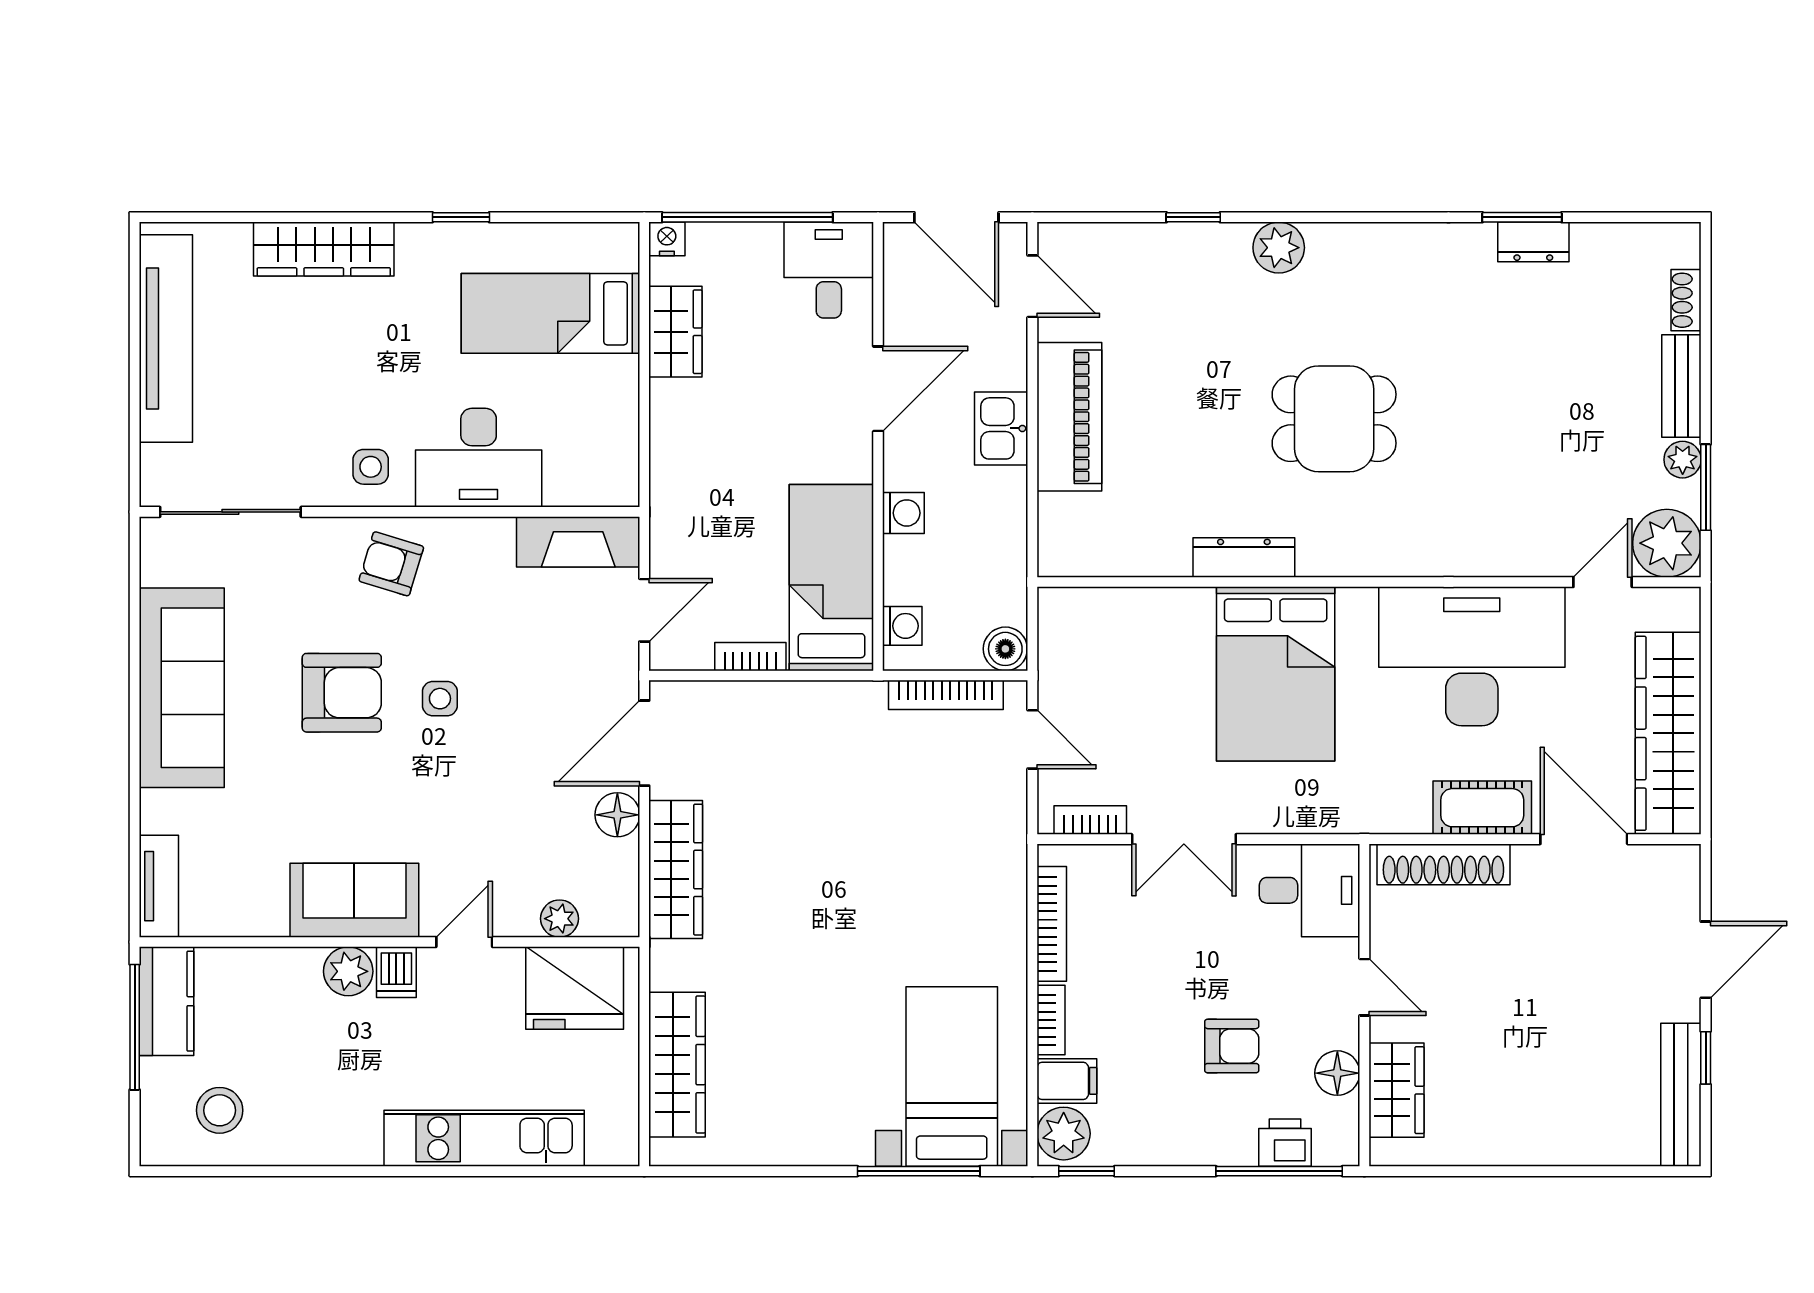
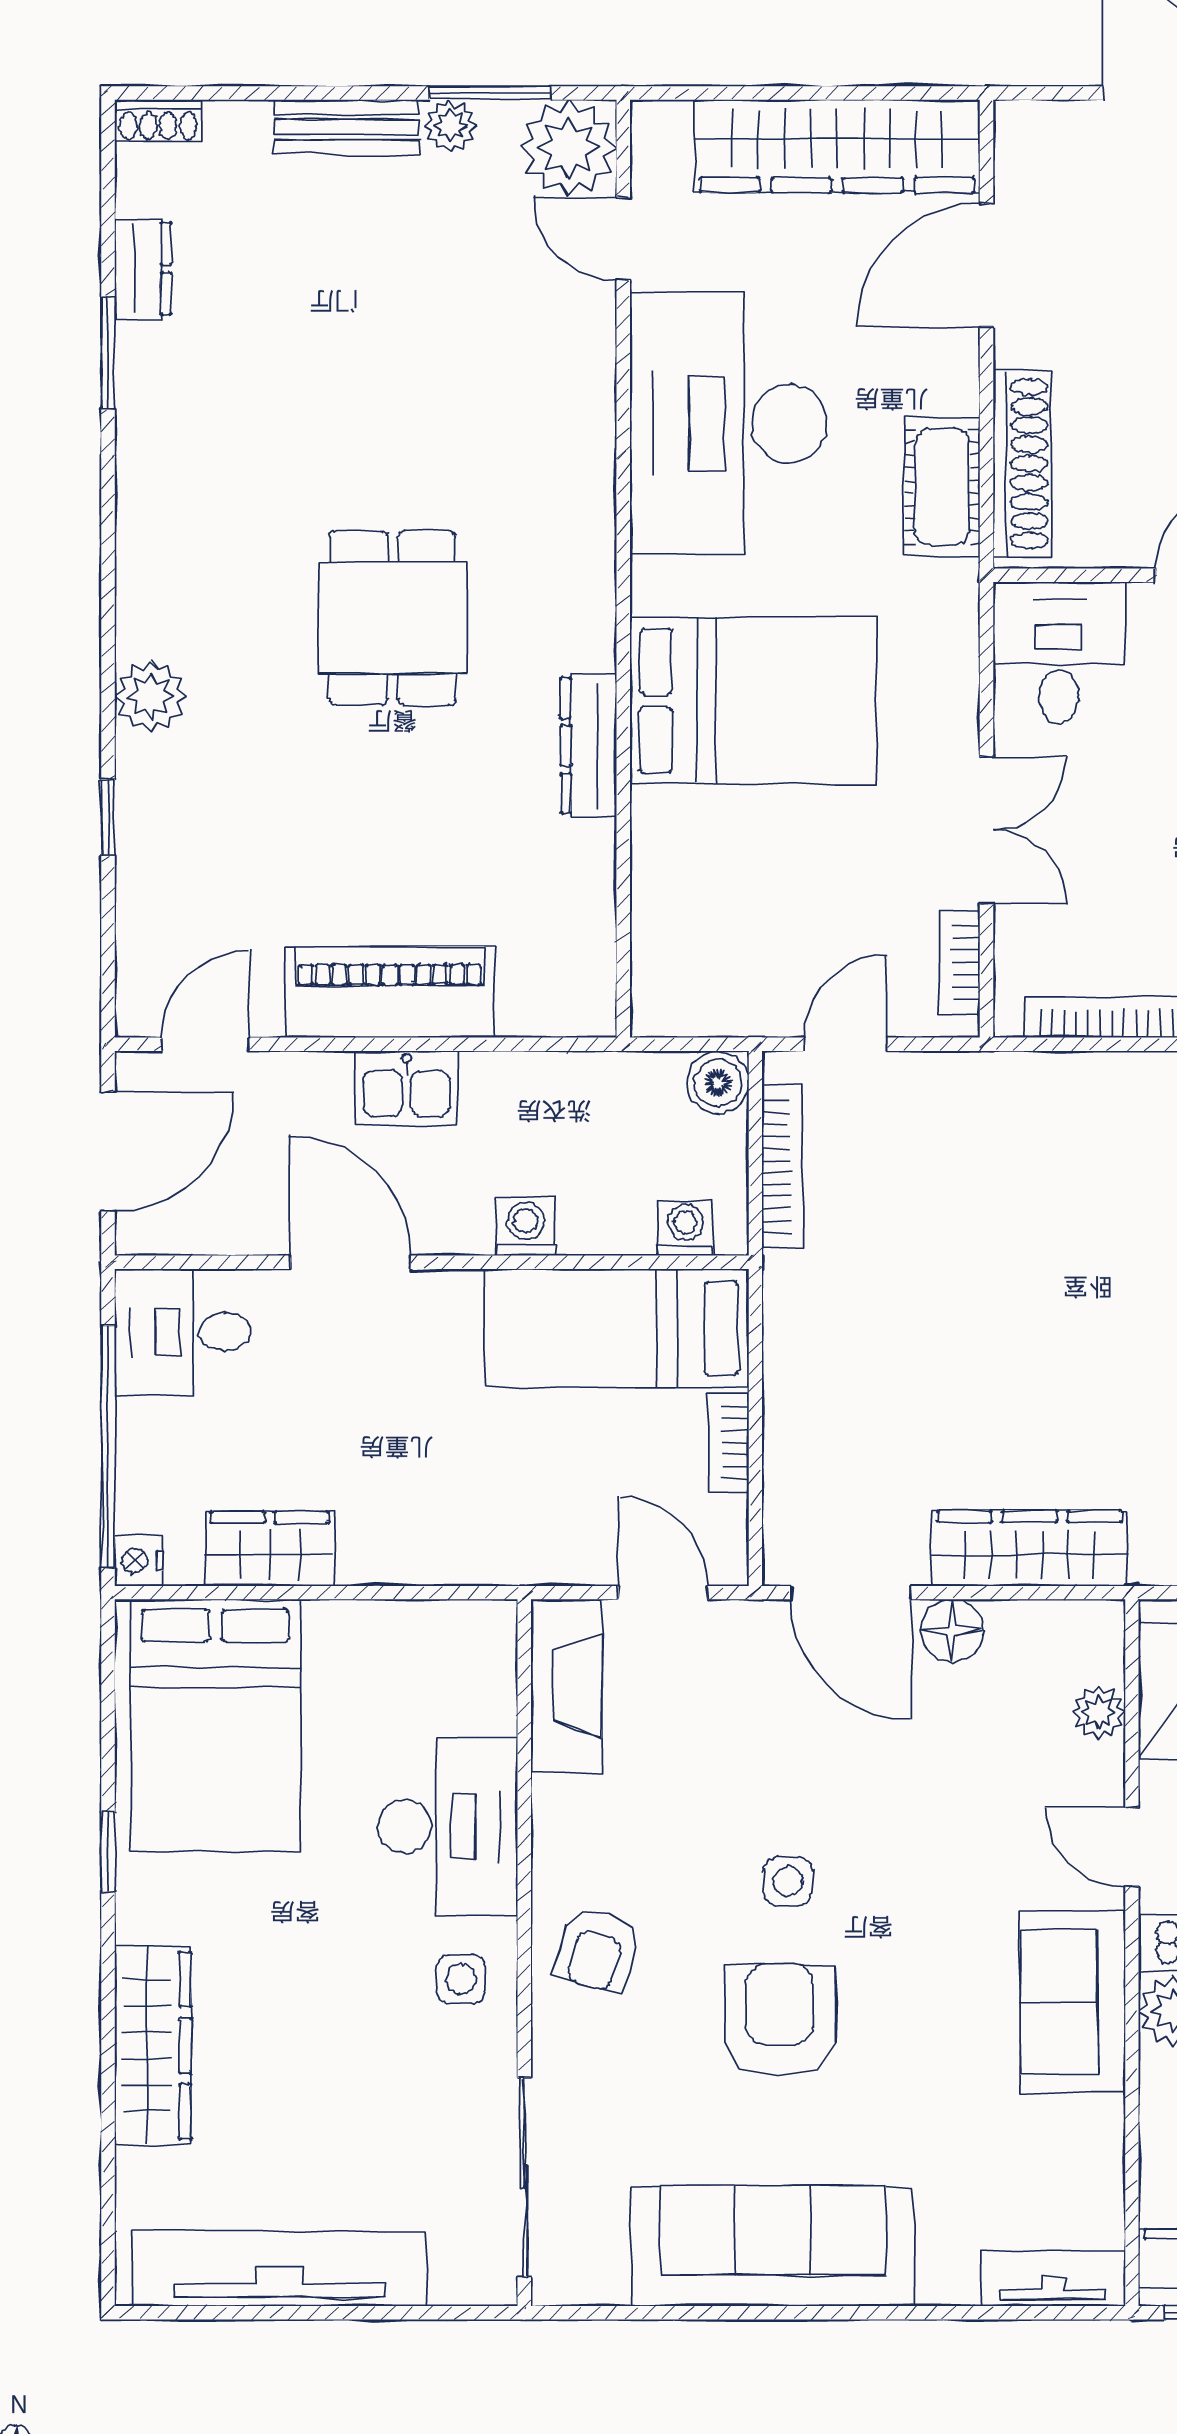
dresser: (1533, 242) -> (143, 269), moved
shoe rack: (1686, 300) -> (158, 121), moved
bed: (551, 313) -> (215, 1725), width x1.50
cot: (1482, 808) -> (942, 487), moved

